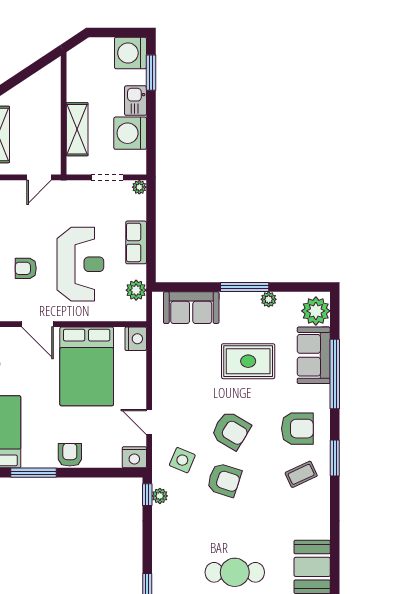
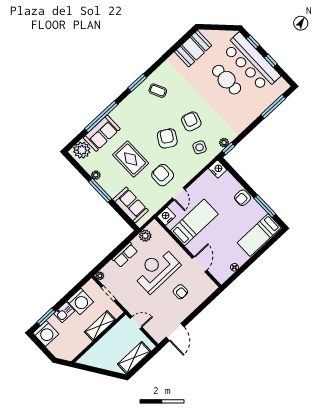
bed: (87, 366) -> (194, 222), width x0.67
door: (149, 422) -> (179, 194), moved
armchair: (297, 429) -> (163, 175), moved

